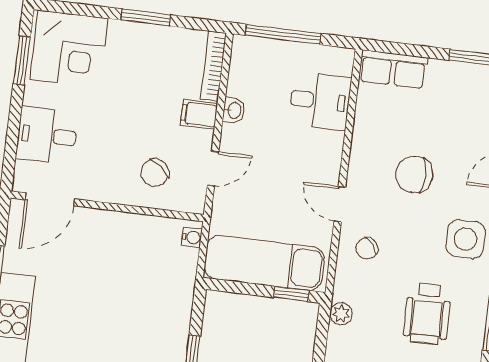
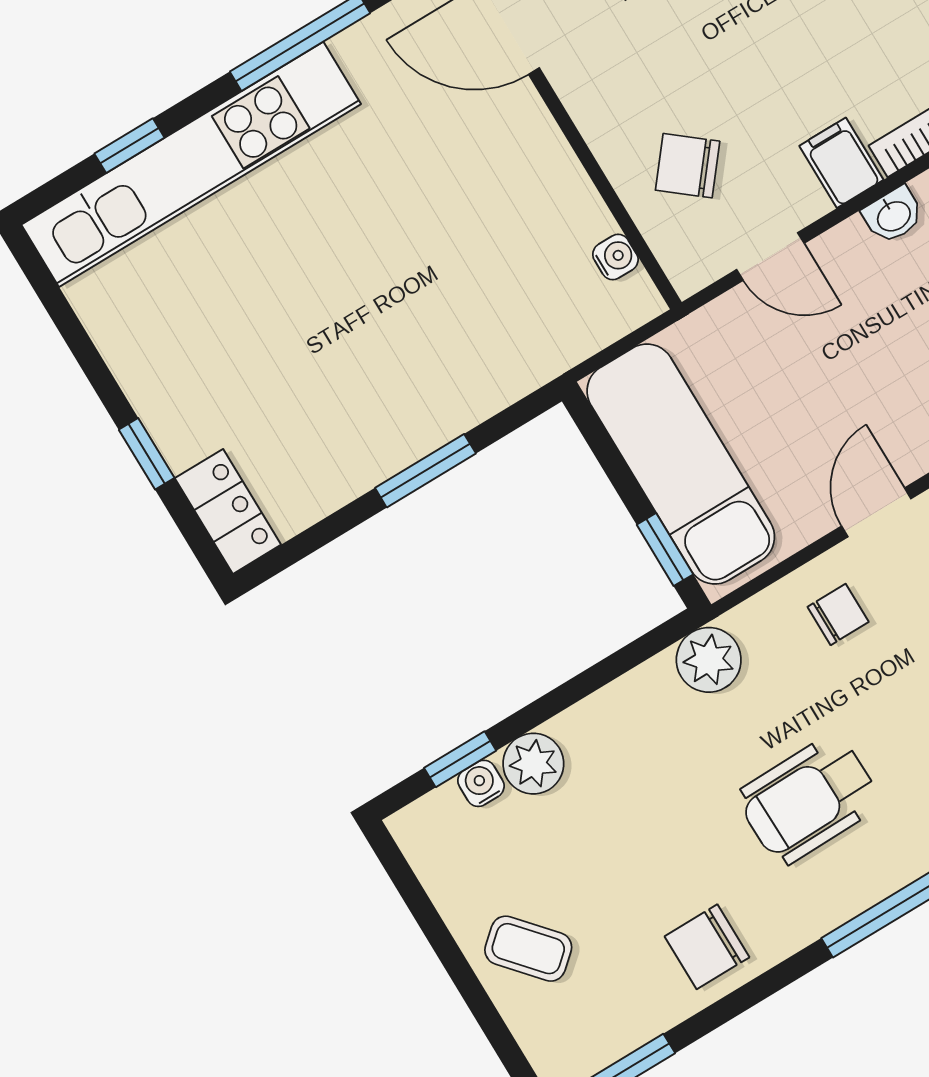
water cooler: (192, 237) -> (615, 257), moved, turned -90
chair: (367, 248) -> (838, 614), turned 129
plant: (341, 314) -> (709, 660), width x1.38, depth x1.38

